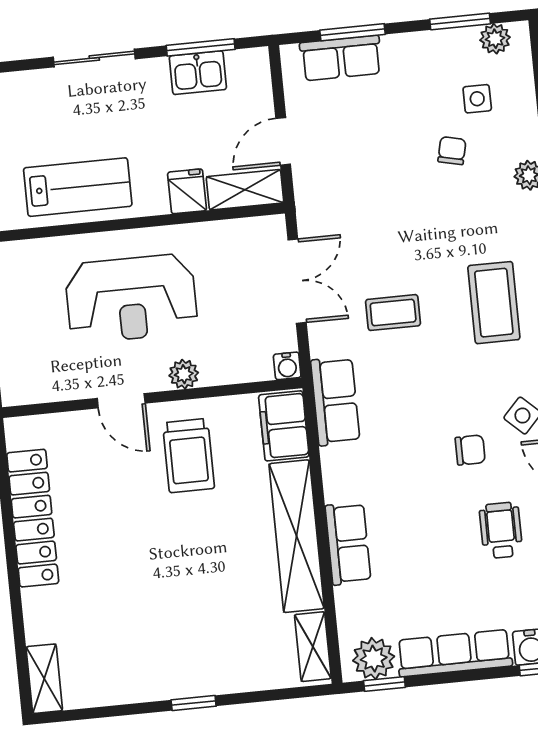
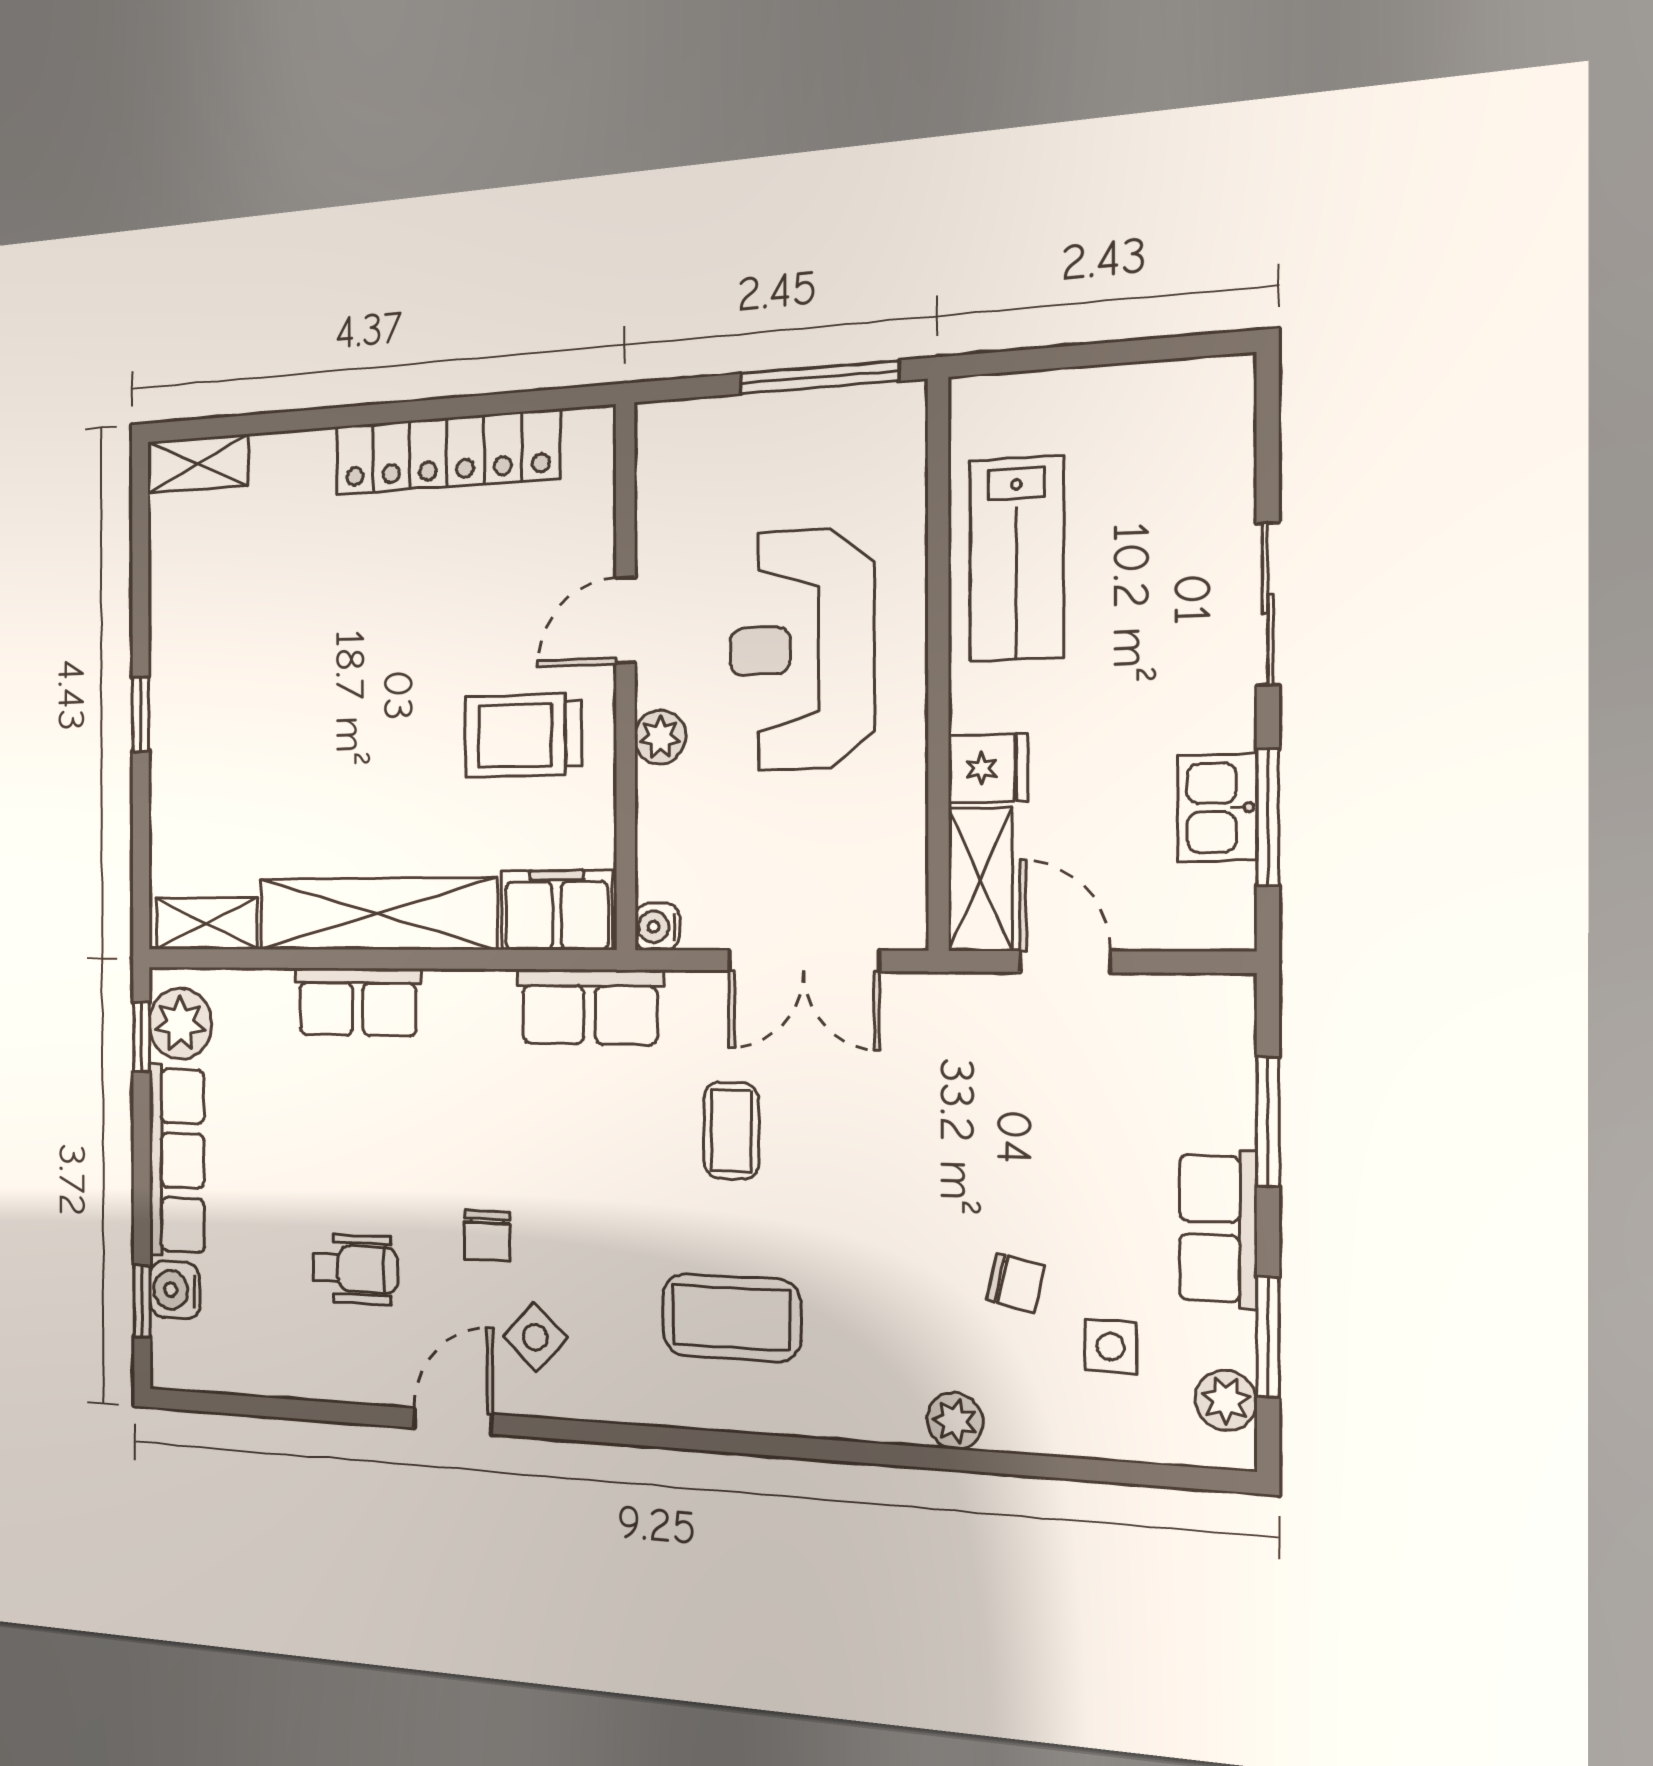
row of seats: (341, 58) -> (1218, 1229), moved

